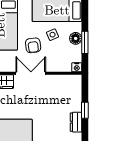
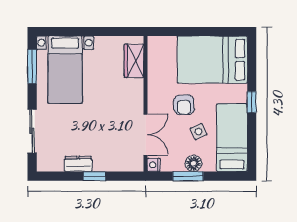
armchair: (33, 45) -> (184, 105), turned -86
double door: (31, 73) -> (145, 135), moved

